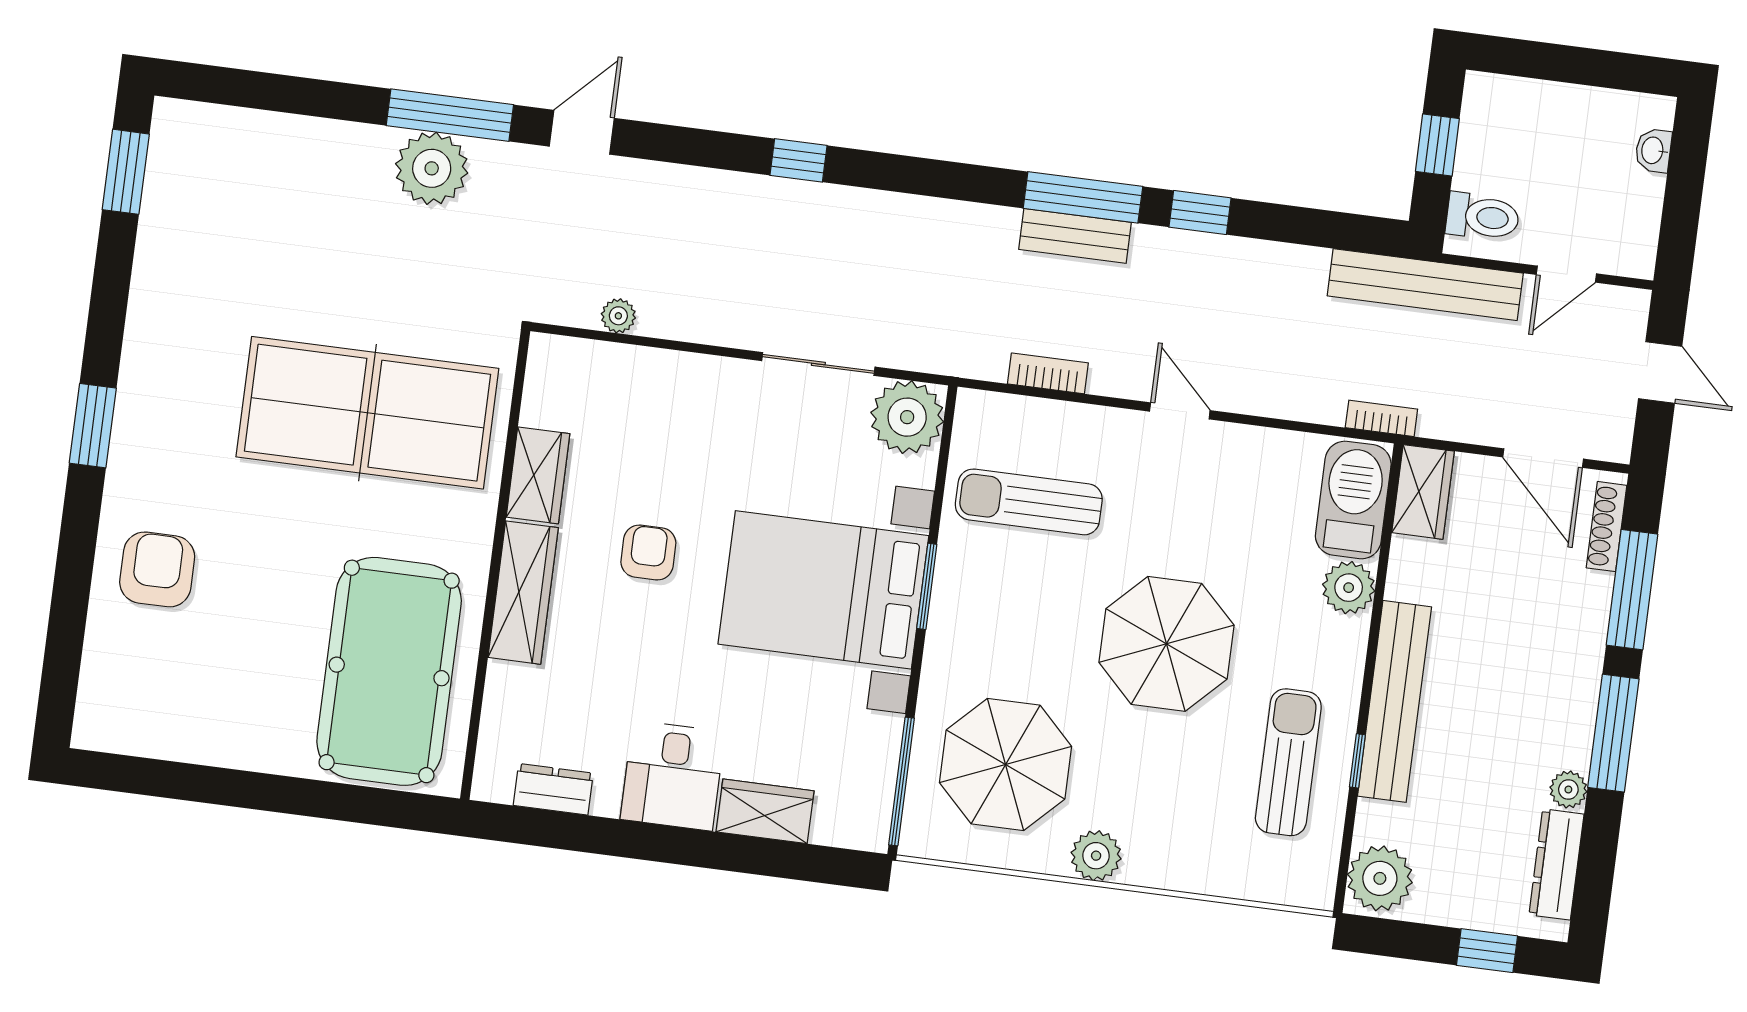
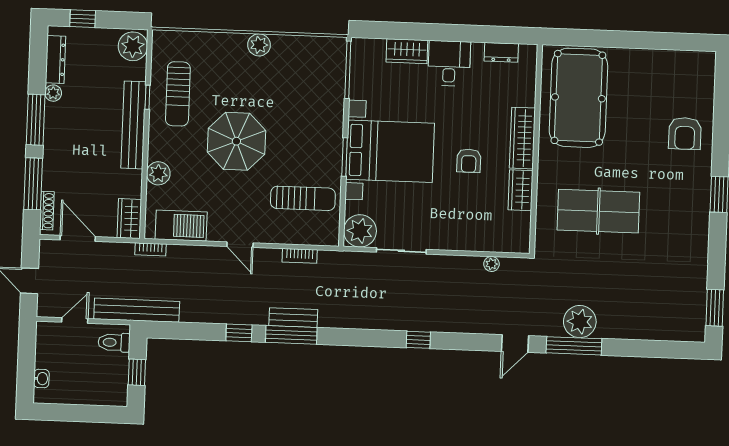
table tennis table: (367, 413) -> (598, 211), width x0.73, depth x0.76
barbecue: (1353, 500) -> (181, 226), moved, turned -90
parasol: (1006, 764) -> (303, 82), removed

